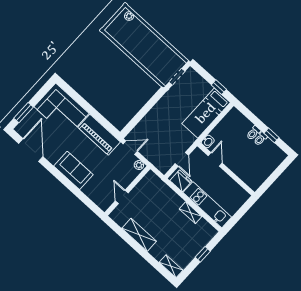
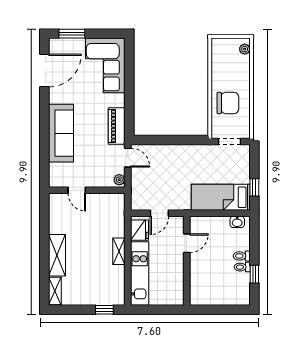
chair: (153, 56) -> (228, 103), added
piano: (99, 135) -> (117, 126), width x0.73, depth x0.75
washbasin: (208, 141) -> (237, 222), moved
sofa: (73, 170) -> (61, 133), width x1.36
door: (122, 197) -> (77, 190), swing flipped
shelving: (191, 213) -> (119, 251), moved
shelving: (139, 235) -> (57, 255), moved
window: (203, 254) -> (104, 310), moved

